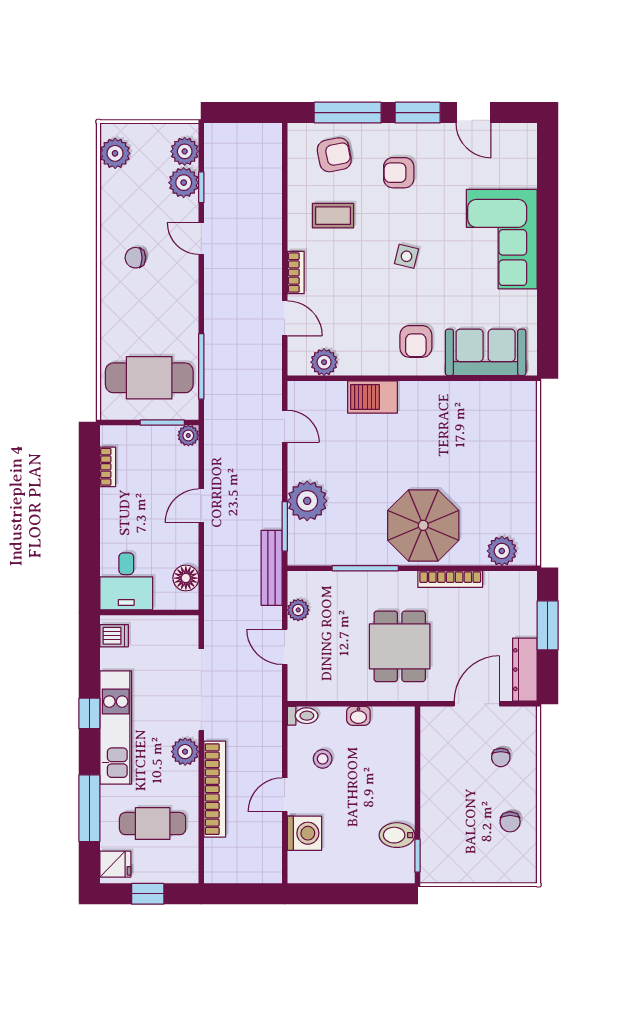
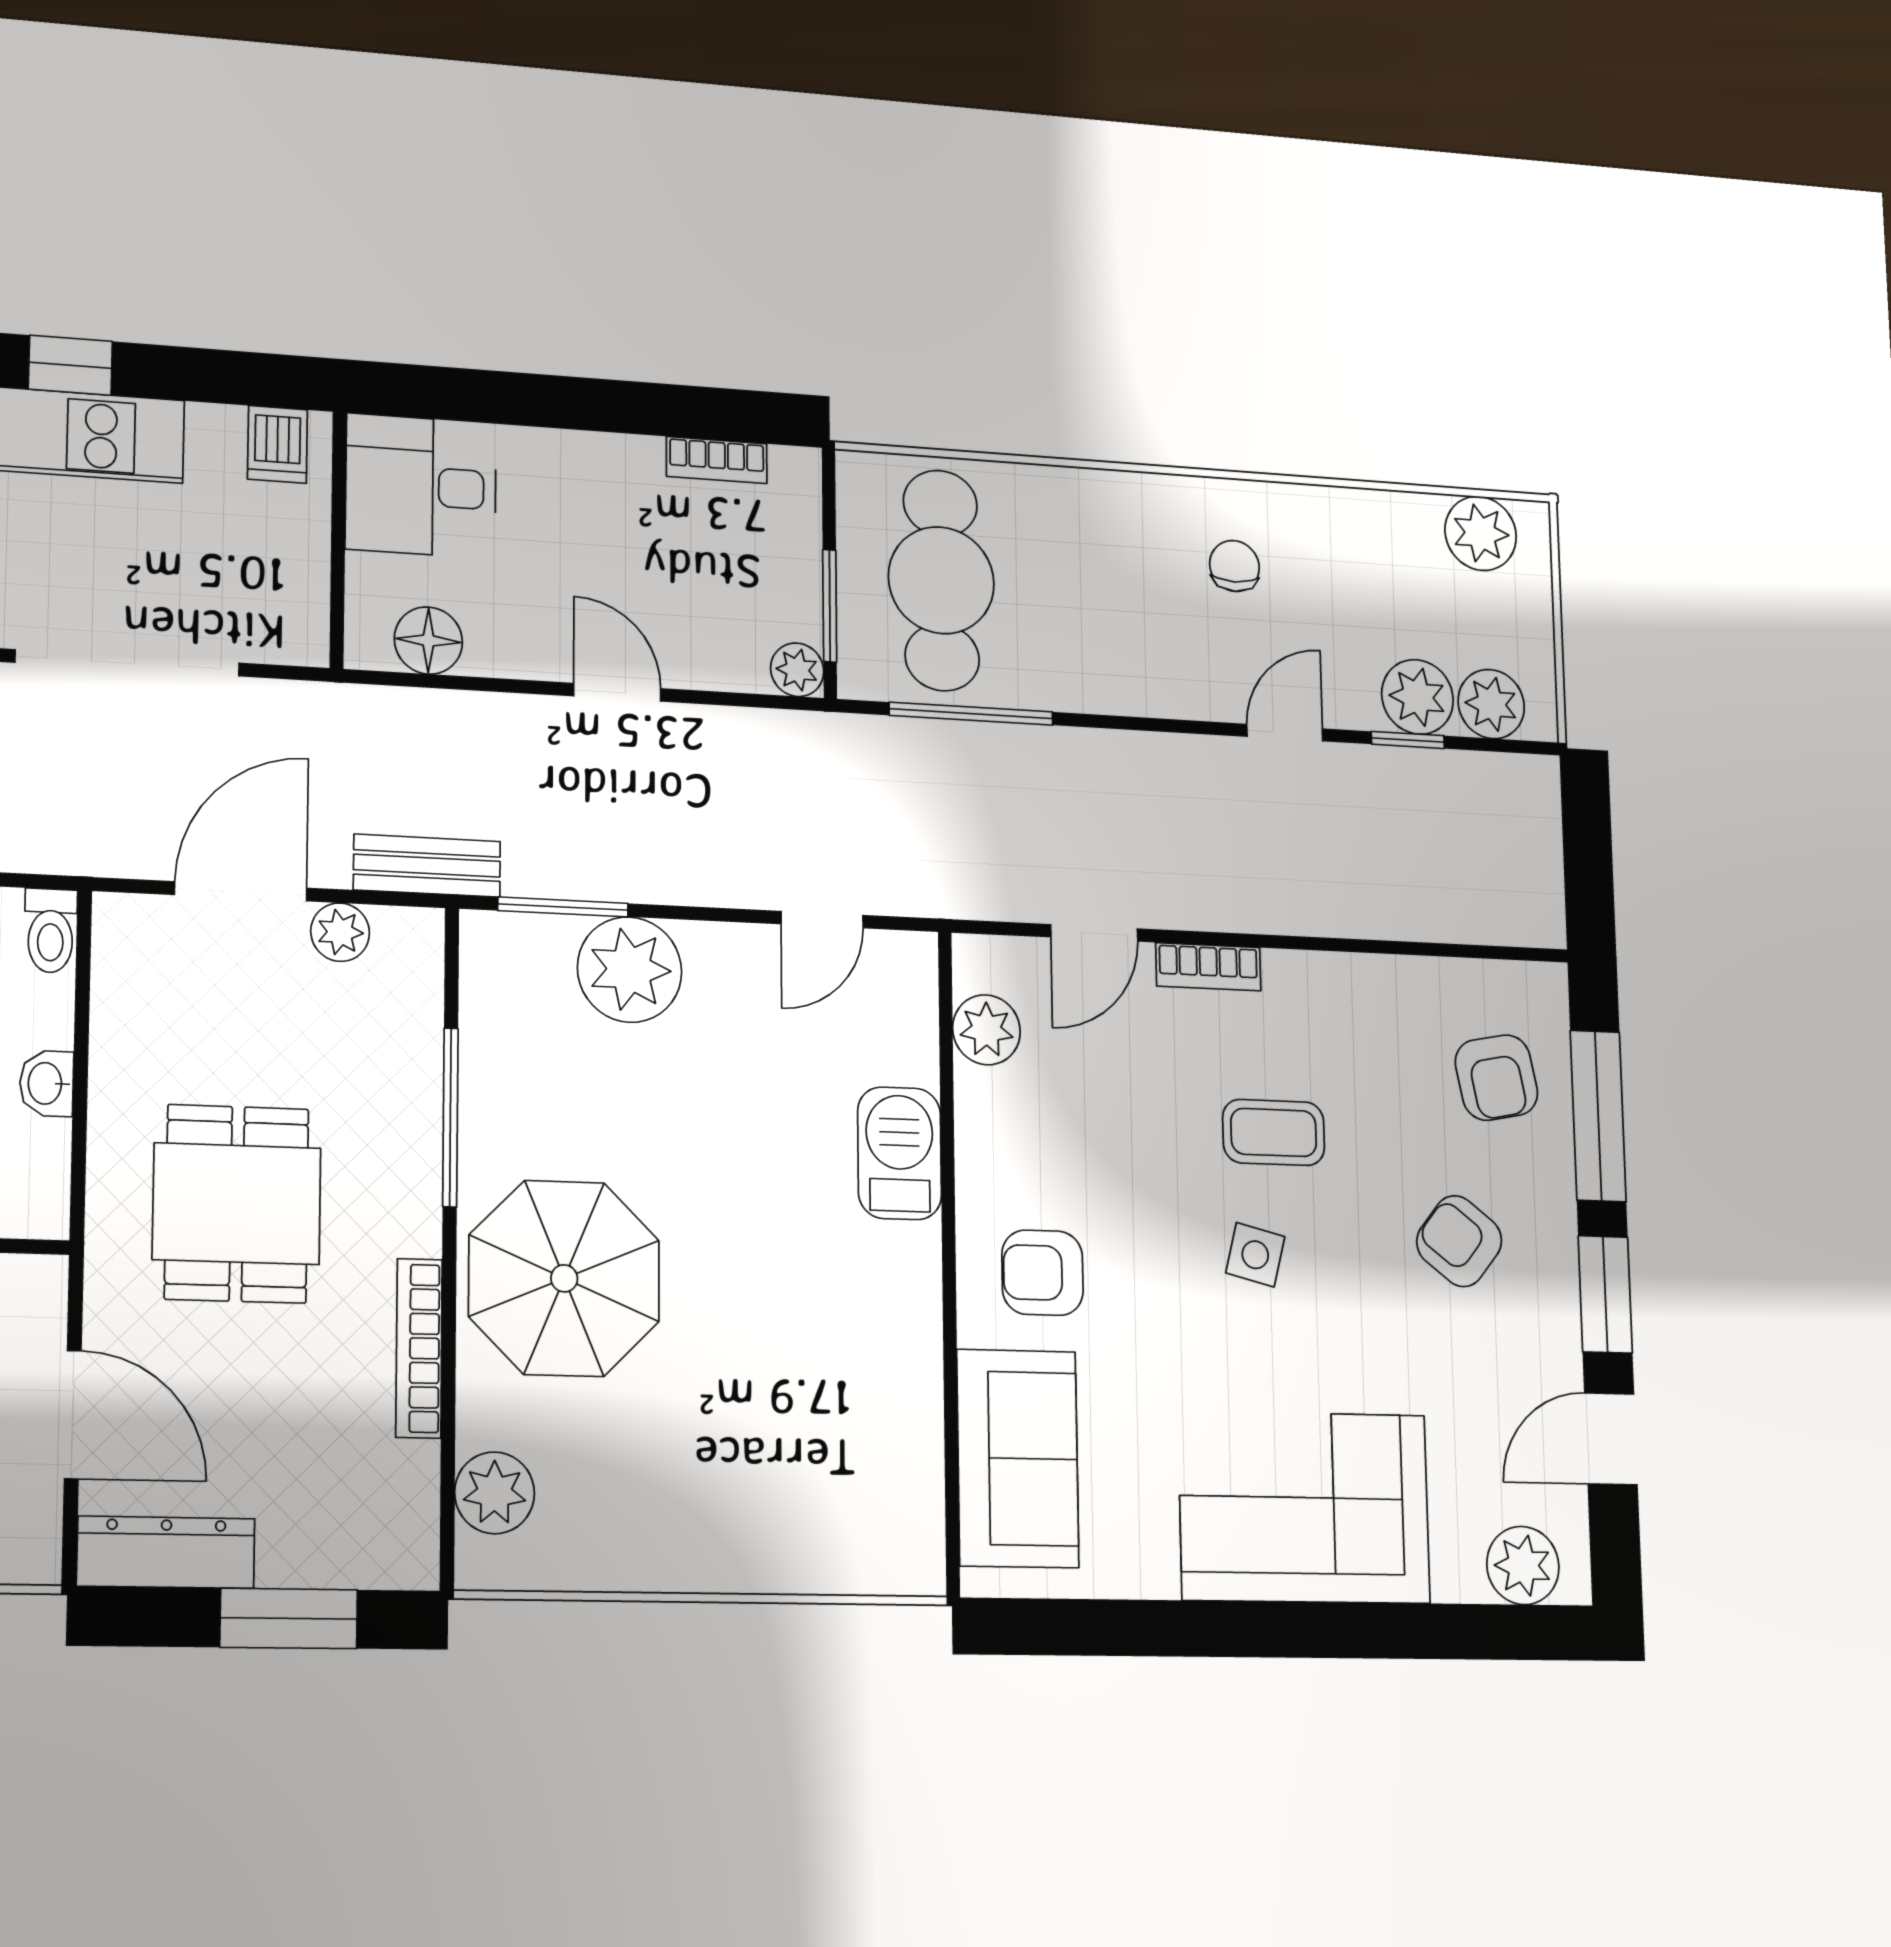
plant: (522, 151) -> (1523, 1565), added
armchair: (399, 173) -> (1459, 1241), turned -52
coffee table: (333, 216) -> (1274, 1132), moved, turned 90
bench: (272, 568) -> (427, 866), width x0.73
dining table: (400, 646) -> (237, 1204), turned 90
door: (285, 647) -> (241, 891), width x1.38

